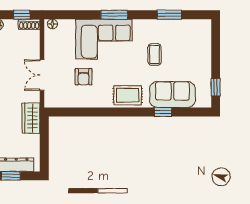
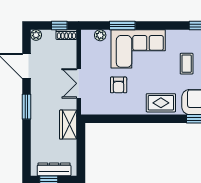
window: (114, 15) -> (122, 25), moved
floor lamp: (52, 24) -> (89, 34), removed
plant: (64, 25) -> (100, 35), added

